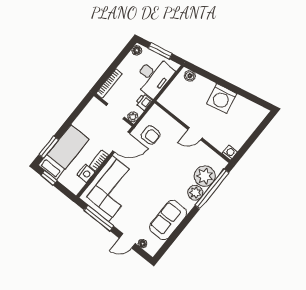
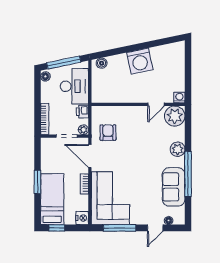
window: (160, 51) -> (64, 63), width x1.44
door: (195, 134) -> (156, 104), moved
armchair: (151, 135) -> (108, 133), turned -90
door: (121, 142) -> (90, 156), swing flipped
window: (49, 147) -> (38, 182), moved
nightstand: (86, 173) -> (82, 218), moved
plant: (205, 176) -> (175, 116), moved
window: (212, 189) -> (188, 174), moved

